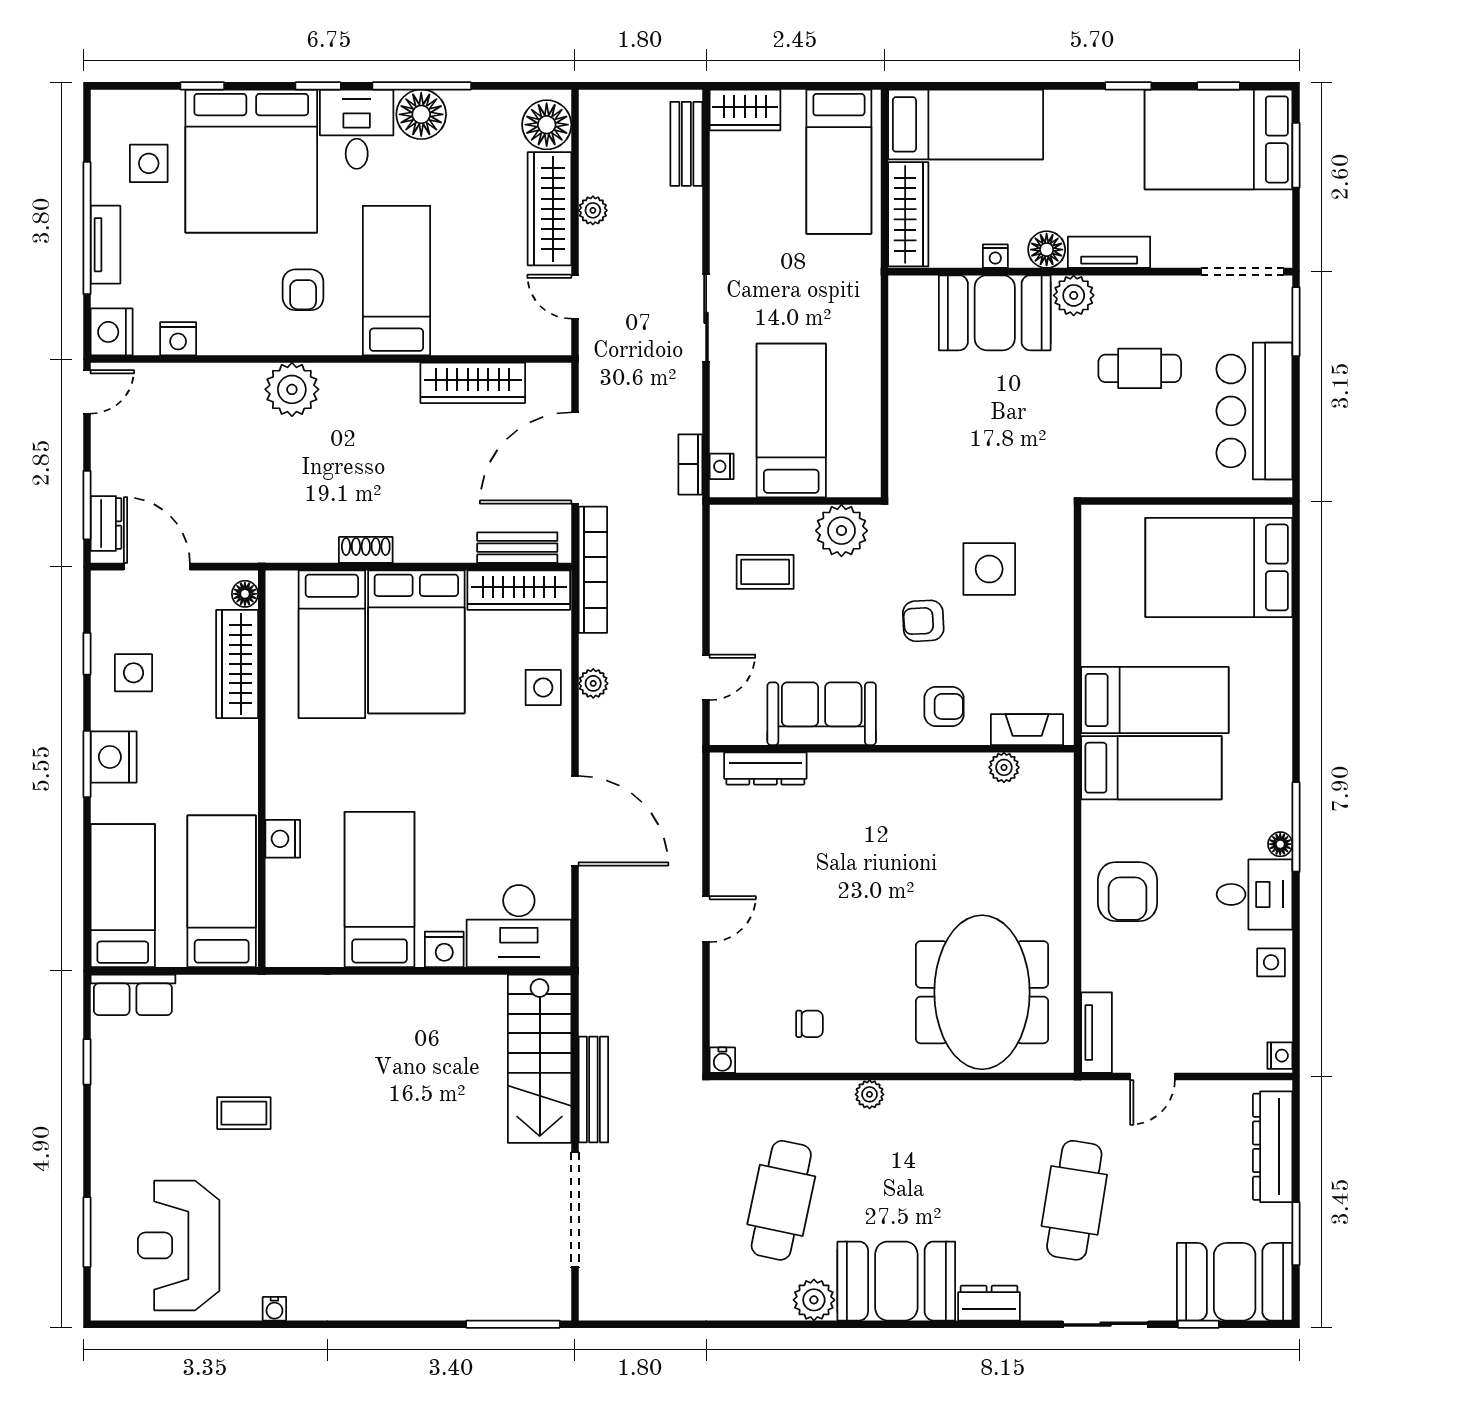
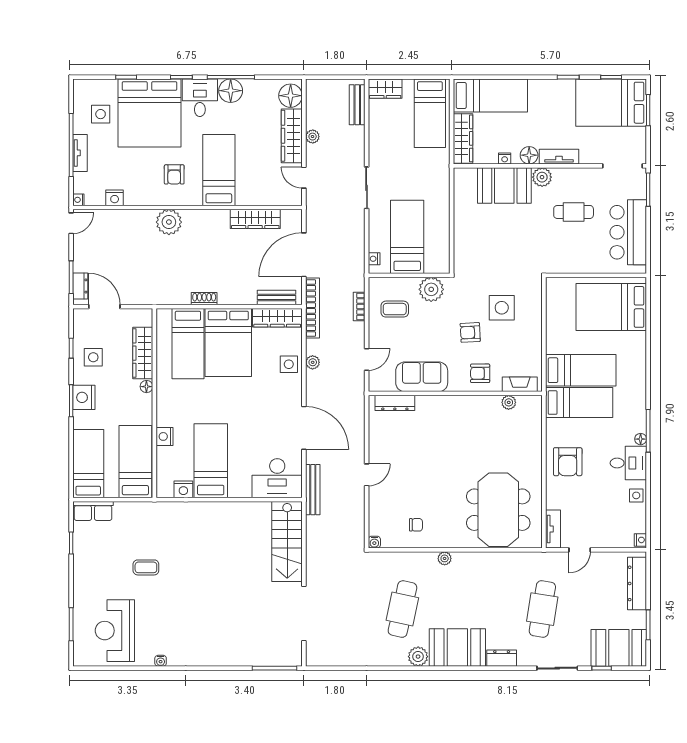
nightstand: (112, 332) -> (78, 200), width x0.53, depth x0.56
bookcase: (690, 464) -> (359, 306), moved
floor lamp: (245, 594) -> (146, 387), moved
armchair: (944, 706) -> (480, 373), turned 180
nightstand: (444, 949) -> (183, 489), moved
bench: (593, 1090) -> (313, 490), moved

